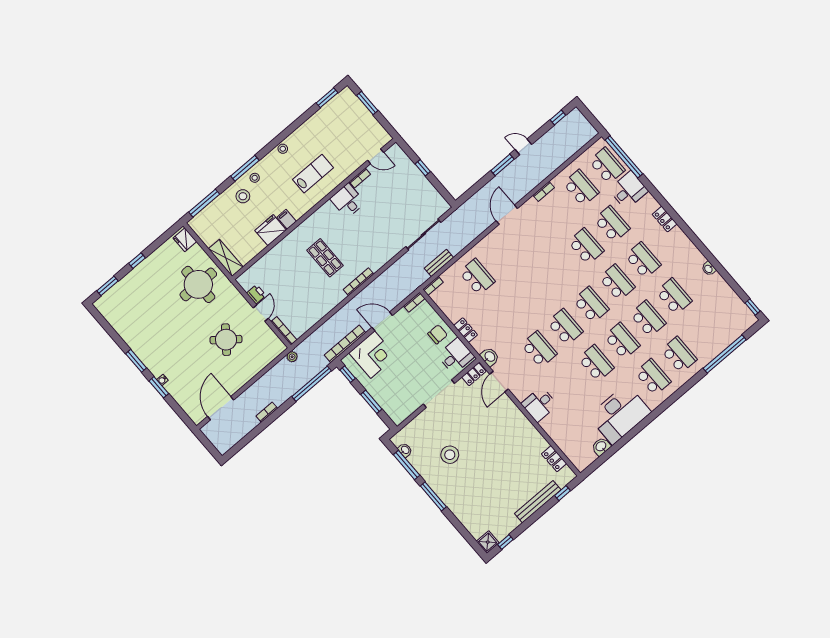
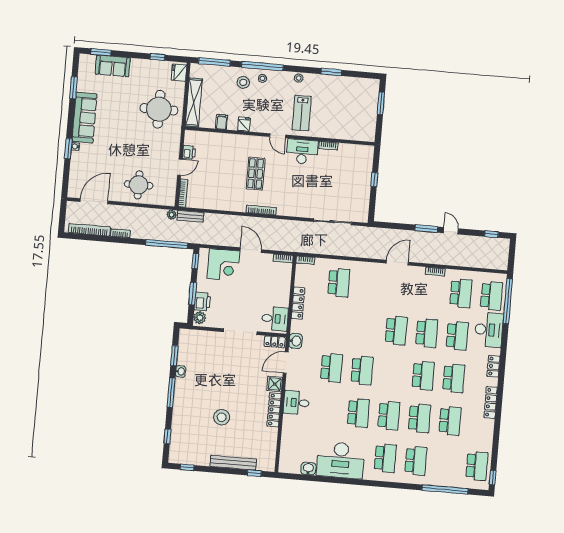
window: (327, 98) -> (331, 72), moved
door: (376, 156) -> (278, 136), moved
window: (245, 168) -> (262, 66), width x1.46
lab bench: (313, 174) -> (302, 113), turned 90
desk: (628, 190) -> (489, 330), width x1.37
desk: (348, 201) -> (302, 152), width x1.37
filing cabinet: (287, 219) -> (222, 122), moved
fridge: (271, 230) -> (244, 124), width x0.53, depth x0.75
locker: (691, 250) -> (491, 402), added
shelving: (226, 258) -> (194, 102), width x1.47
window: (137, 261) -> (157, 57), moved
bench: (439, 263) -> (190, 216), moved
washbasin: (709, 269) -> (489, 426), removed
sofa: (128, 287) -> (113, 66), added
school desk: (591, 305) -> (396, 330), moved
school desk: (731, 310) -> (477, 466), added
locker: (466, 330) -> (298, 303), width x1.53
chair: (438, 334) -> (277, 294), removed
round table: (226, 340) -> (139, 185), moved, turned -38
bookcase: (345, 344) -> (89, 230), moved
sofa: (147, 350) -> (84, 118), added
window: (136, 361) -> (74, 88), moved
printer: (385, 400) -> (202, 302), added
plant: (396, 415) -> (200, 318), added
washbasin: (405, 450) -> (181, 371), moved
stool: (450, 455) -> (222, 417), moved
locker: (554, 459) -> (274, 410), moved, width x1.53
window: (407, 465) -> (174, 356), width x0.69
window: (465, 533) -> (167, 436), added
shower: (488, 542) -> (275, 384), moved

